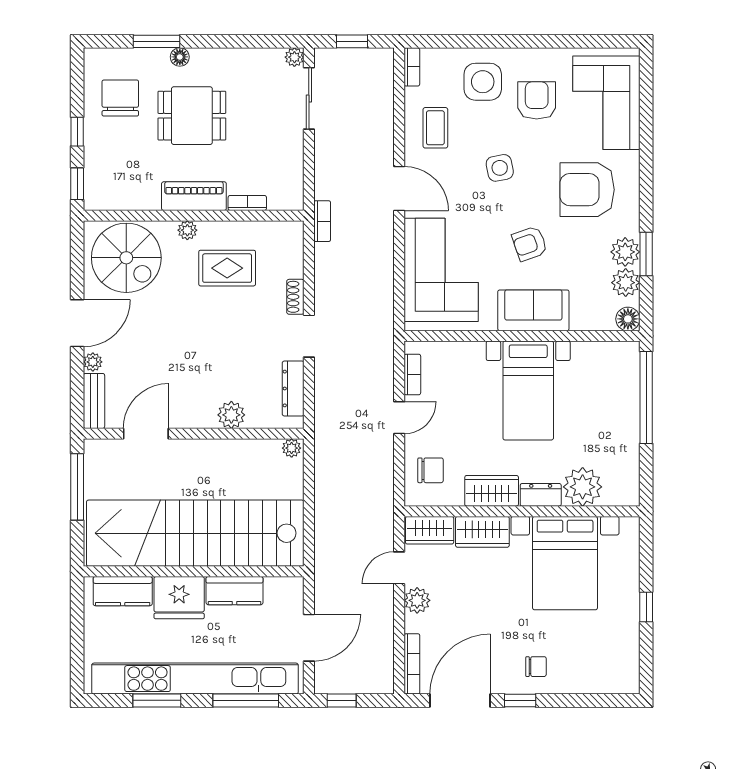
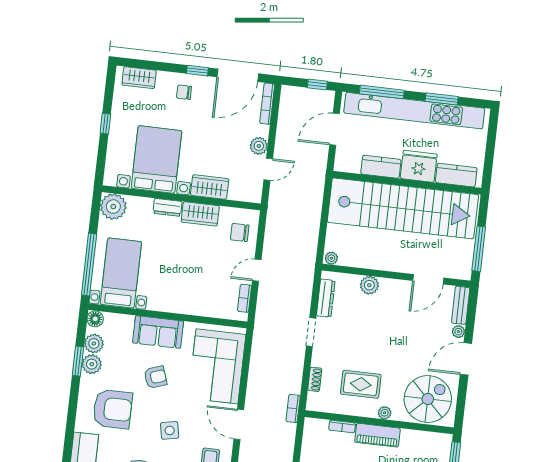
spiral stairs: (126, 258) -> (428, 399), turned 90
shoe rack: (295, 297) -> (315, 379), moved
bed with nightstands: (528, 390) -> (121, 273), moved
plant: (583, 487) -> (113, 207), moved
wardrobe: (430, 530) -> (139, 78), moved, turned 180

